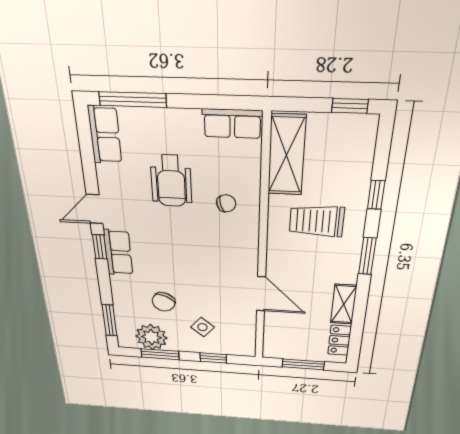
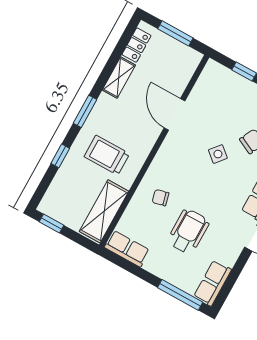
trolley: (317, 221) -> (107, 155), turned 180
side table: (202, 327) -> (218, 154), moved

